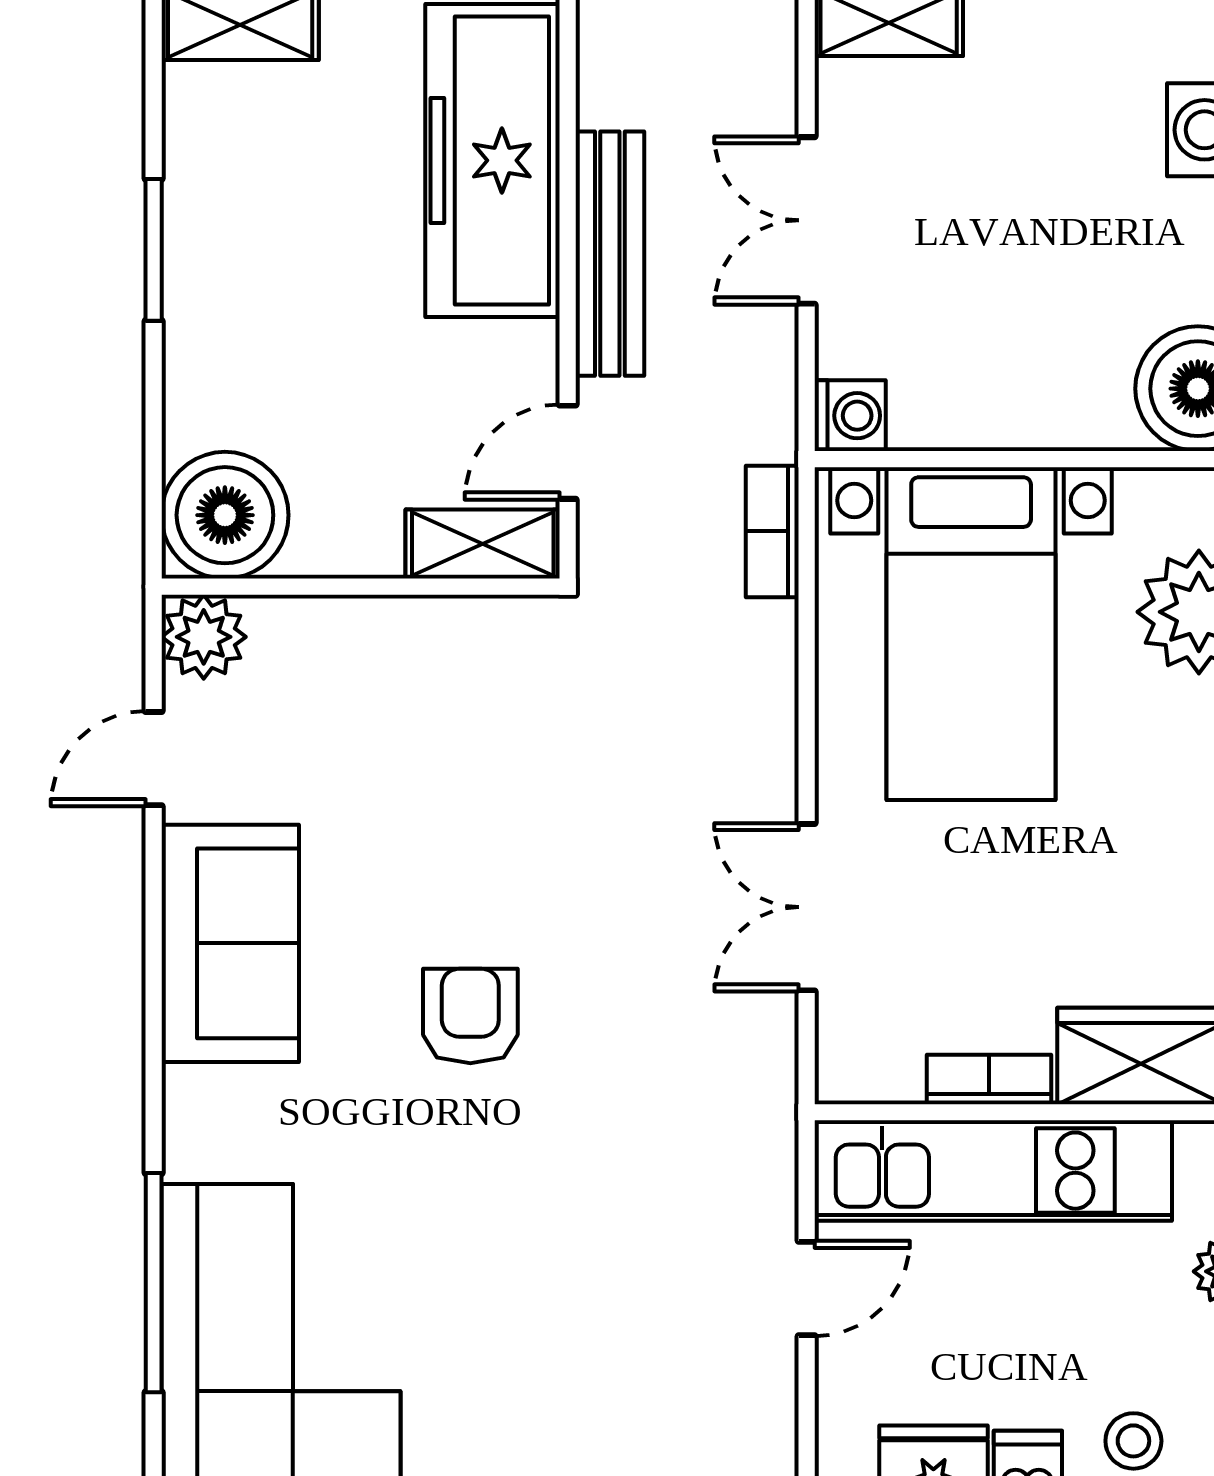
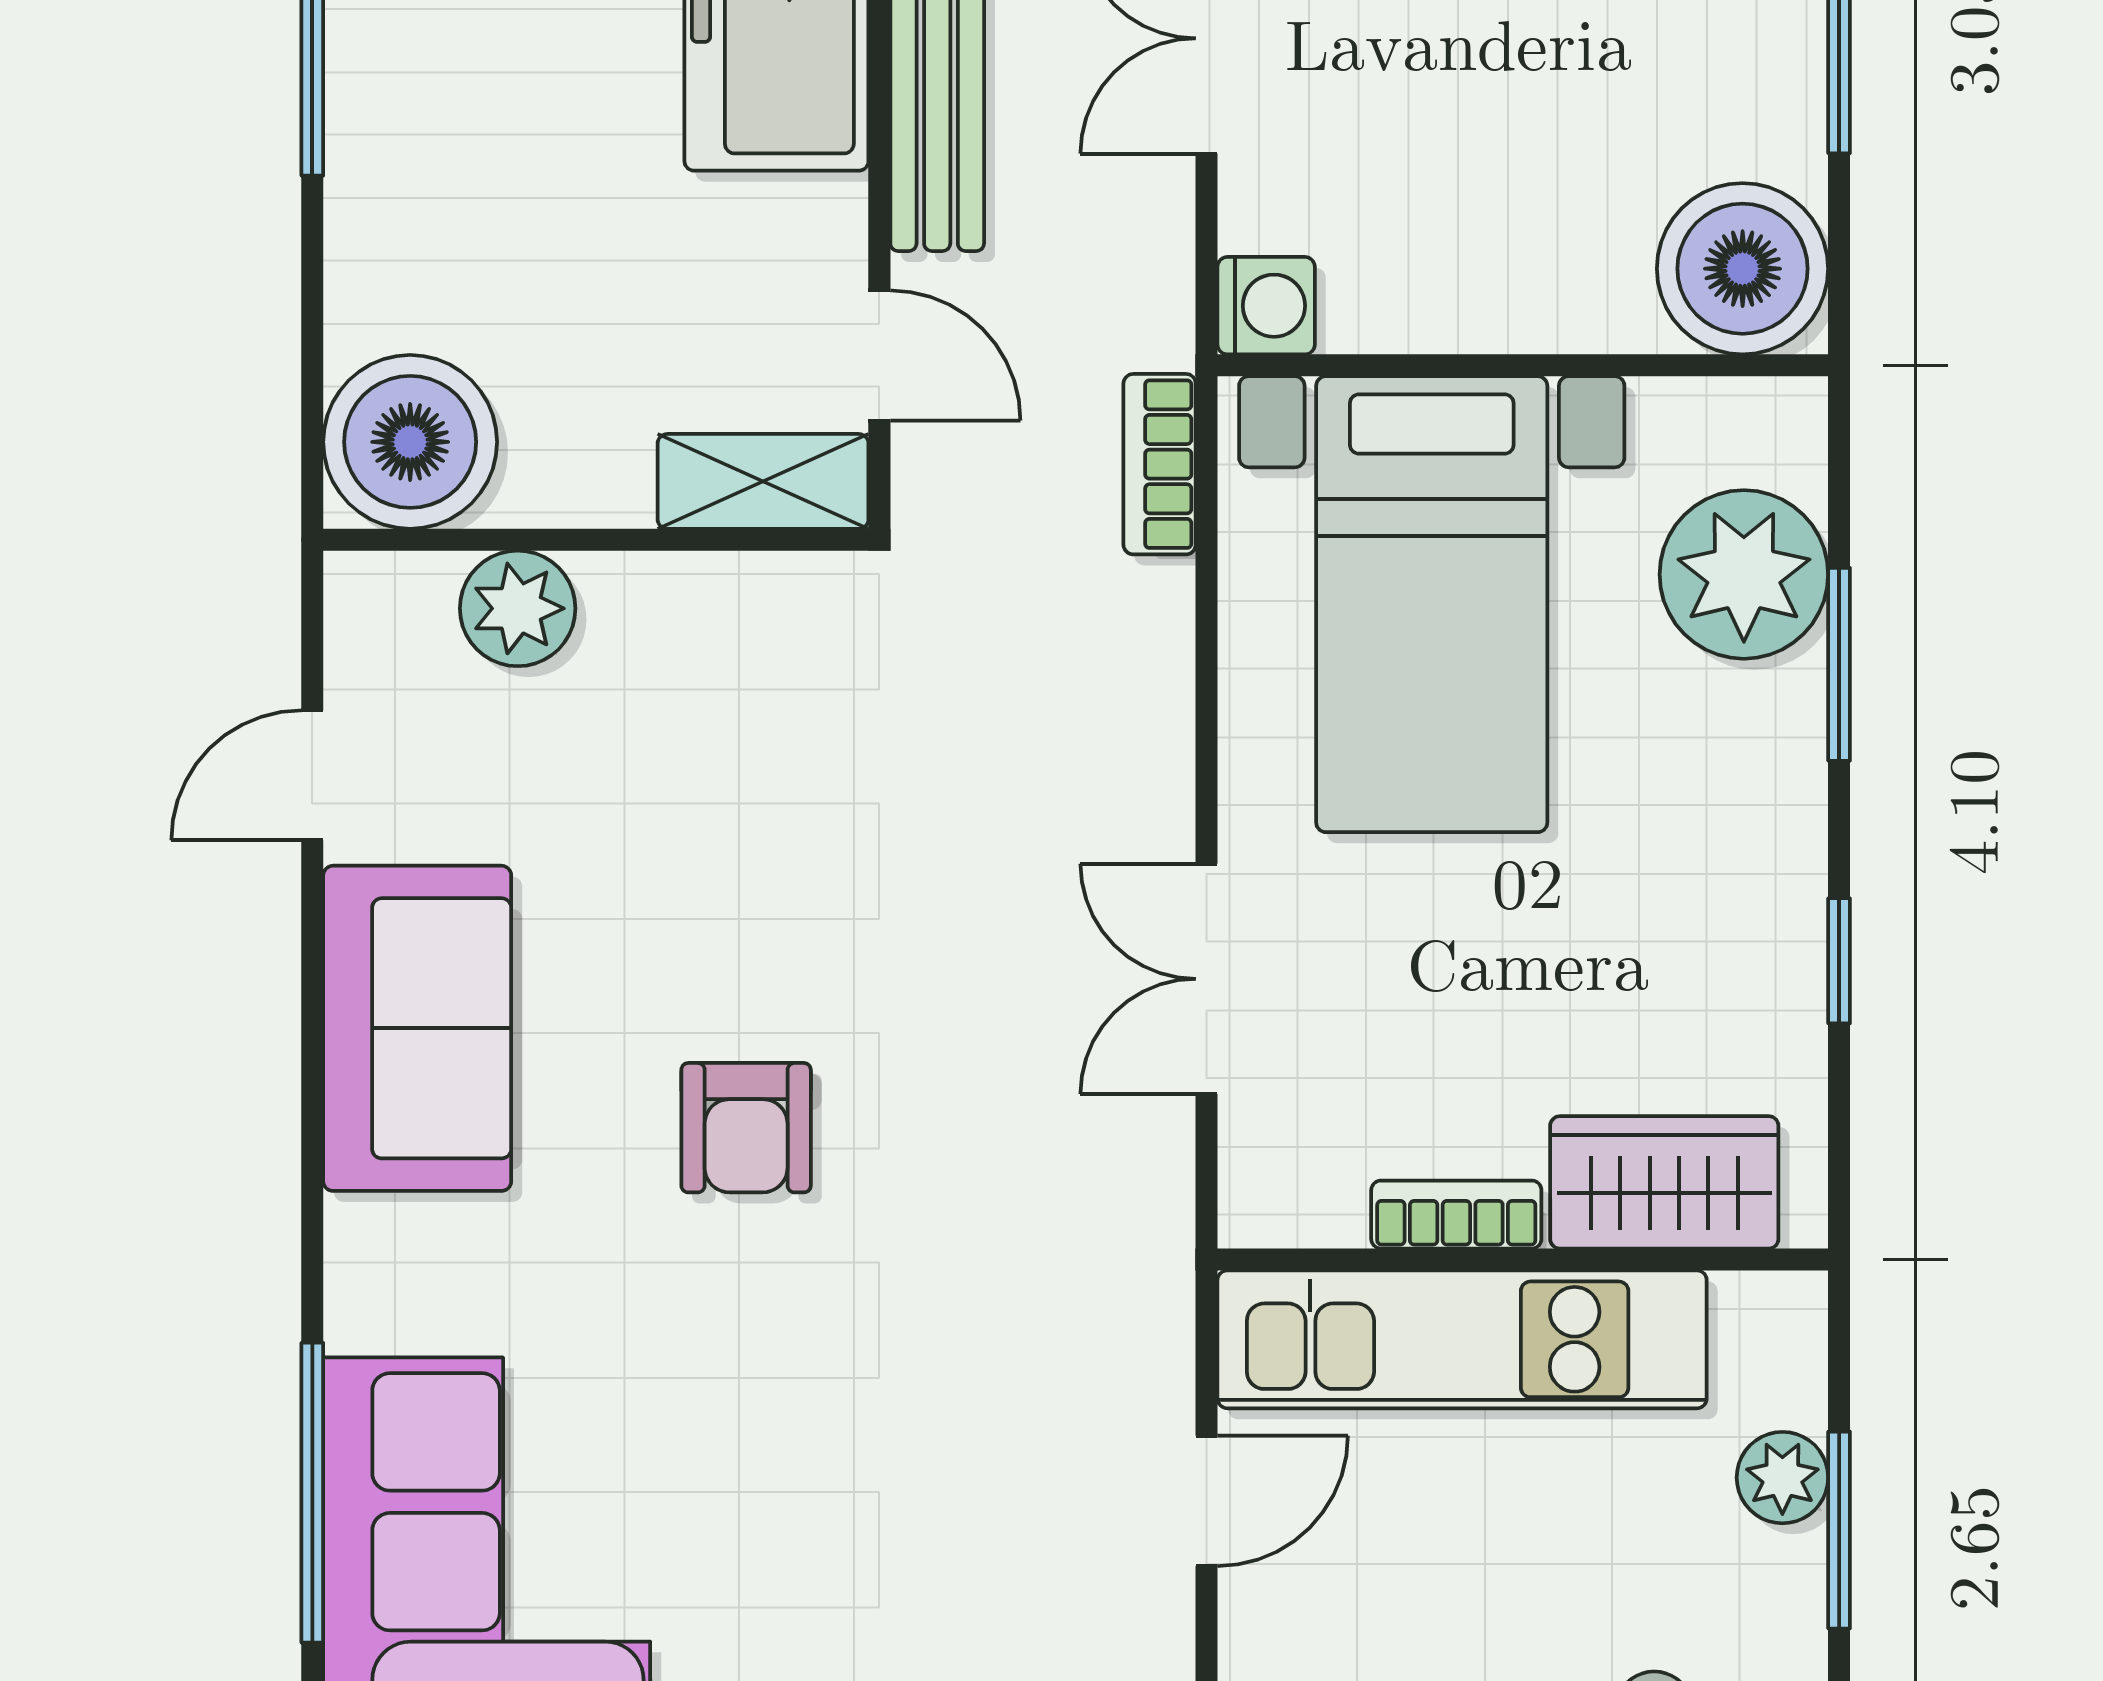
door: (568, 452) -> (879, 355), swing flipped
plant: (204, 637) -> (518, 608), moved
armchair: (470, 1016) -> (746, 1128), turned 180

